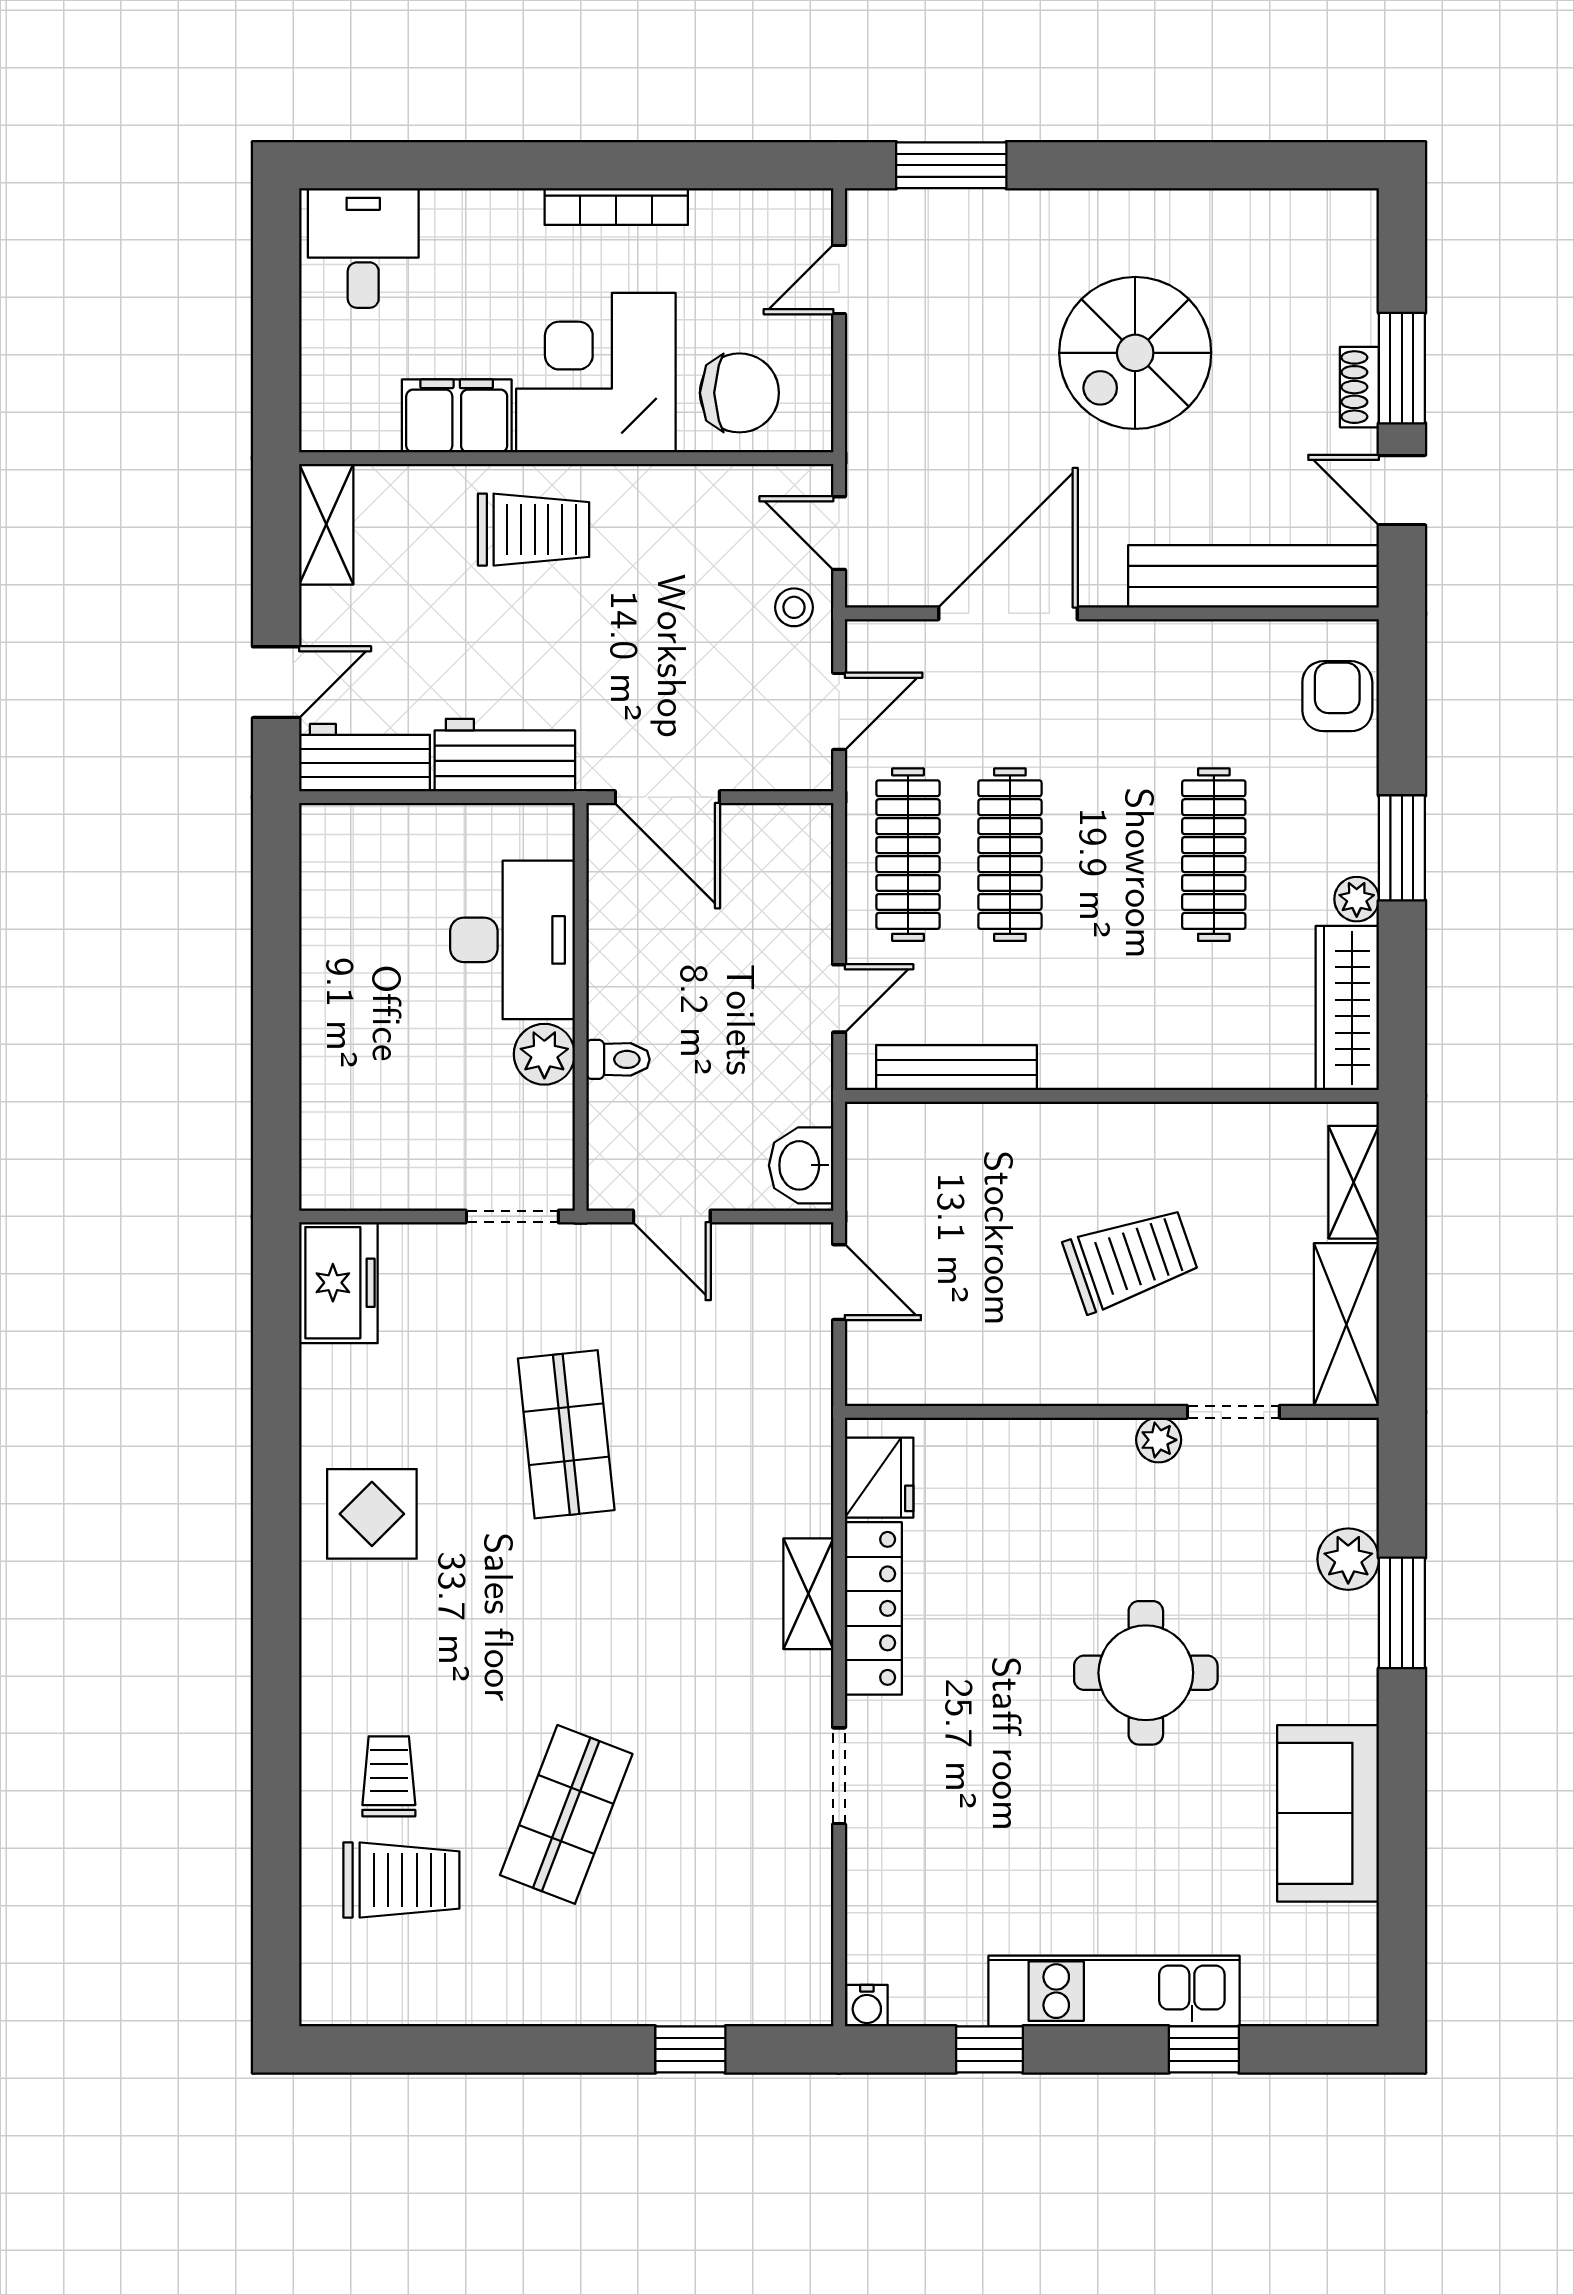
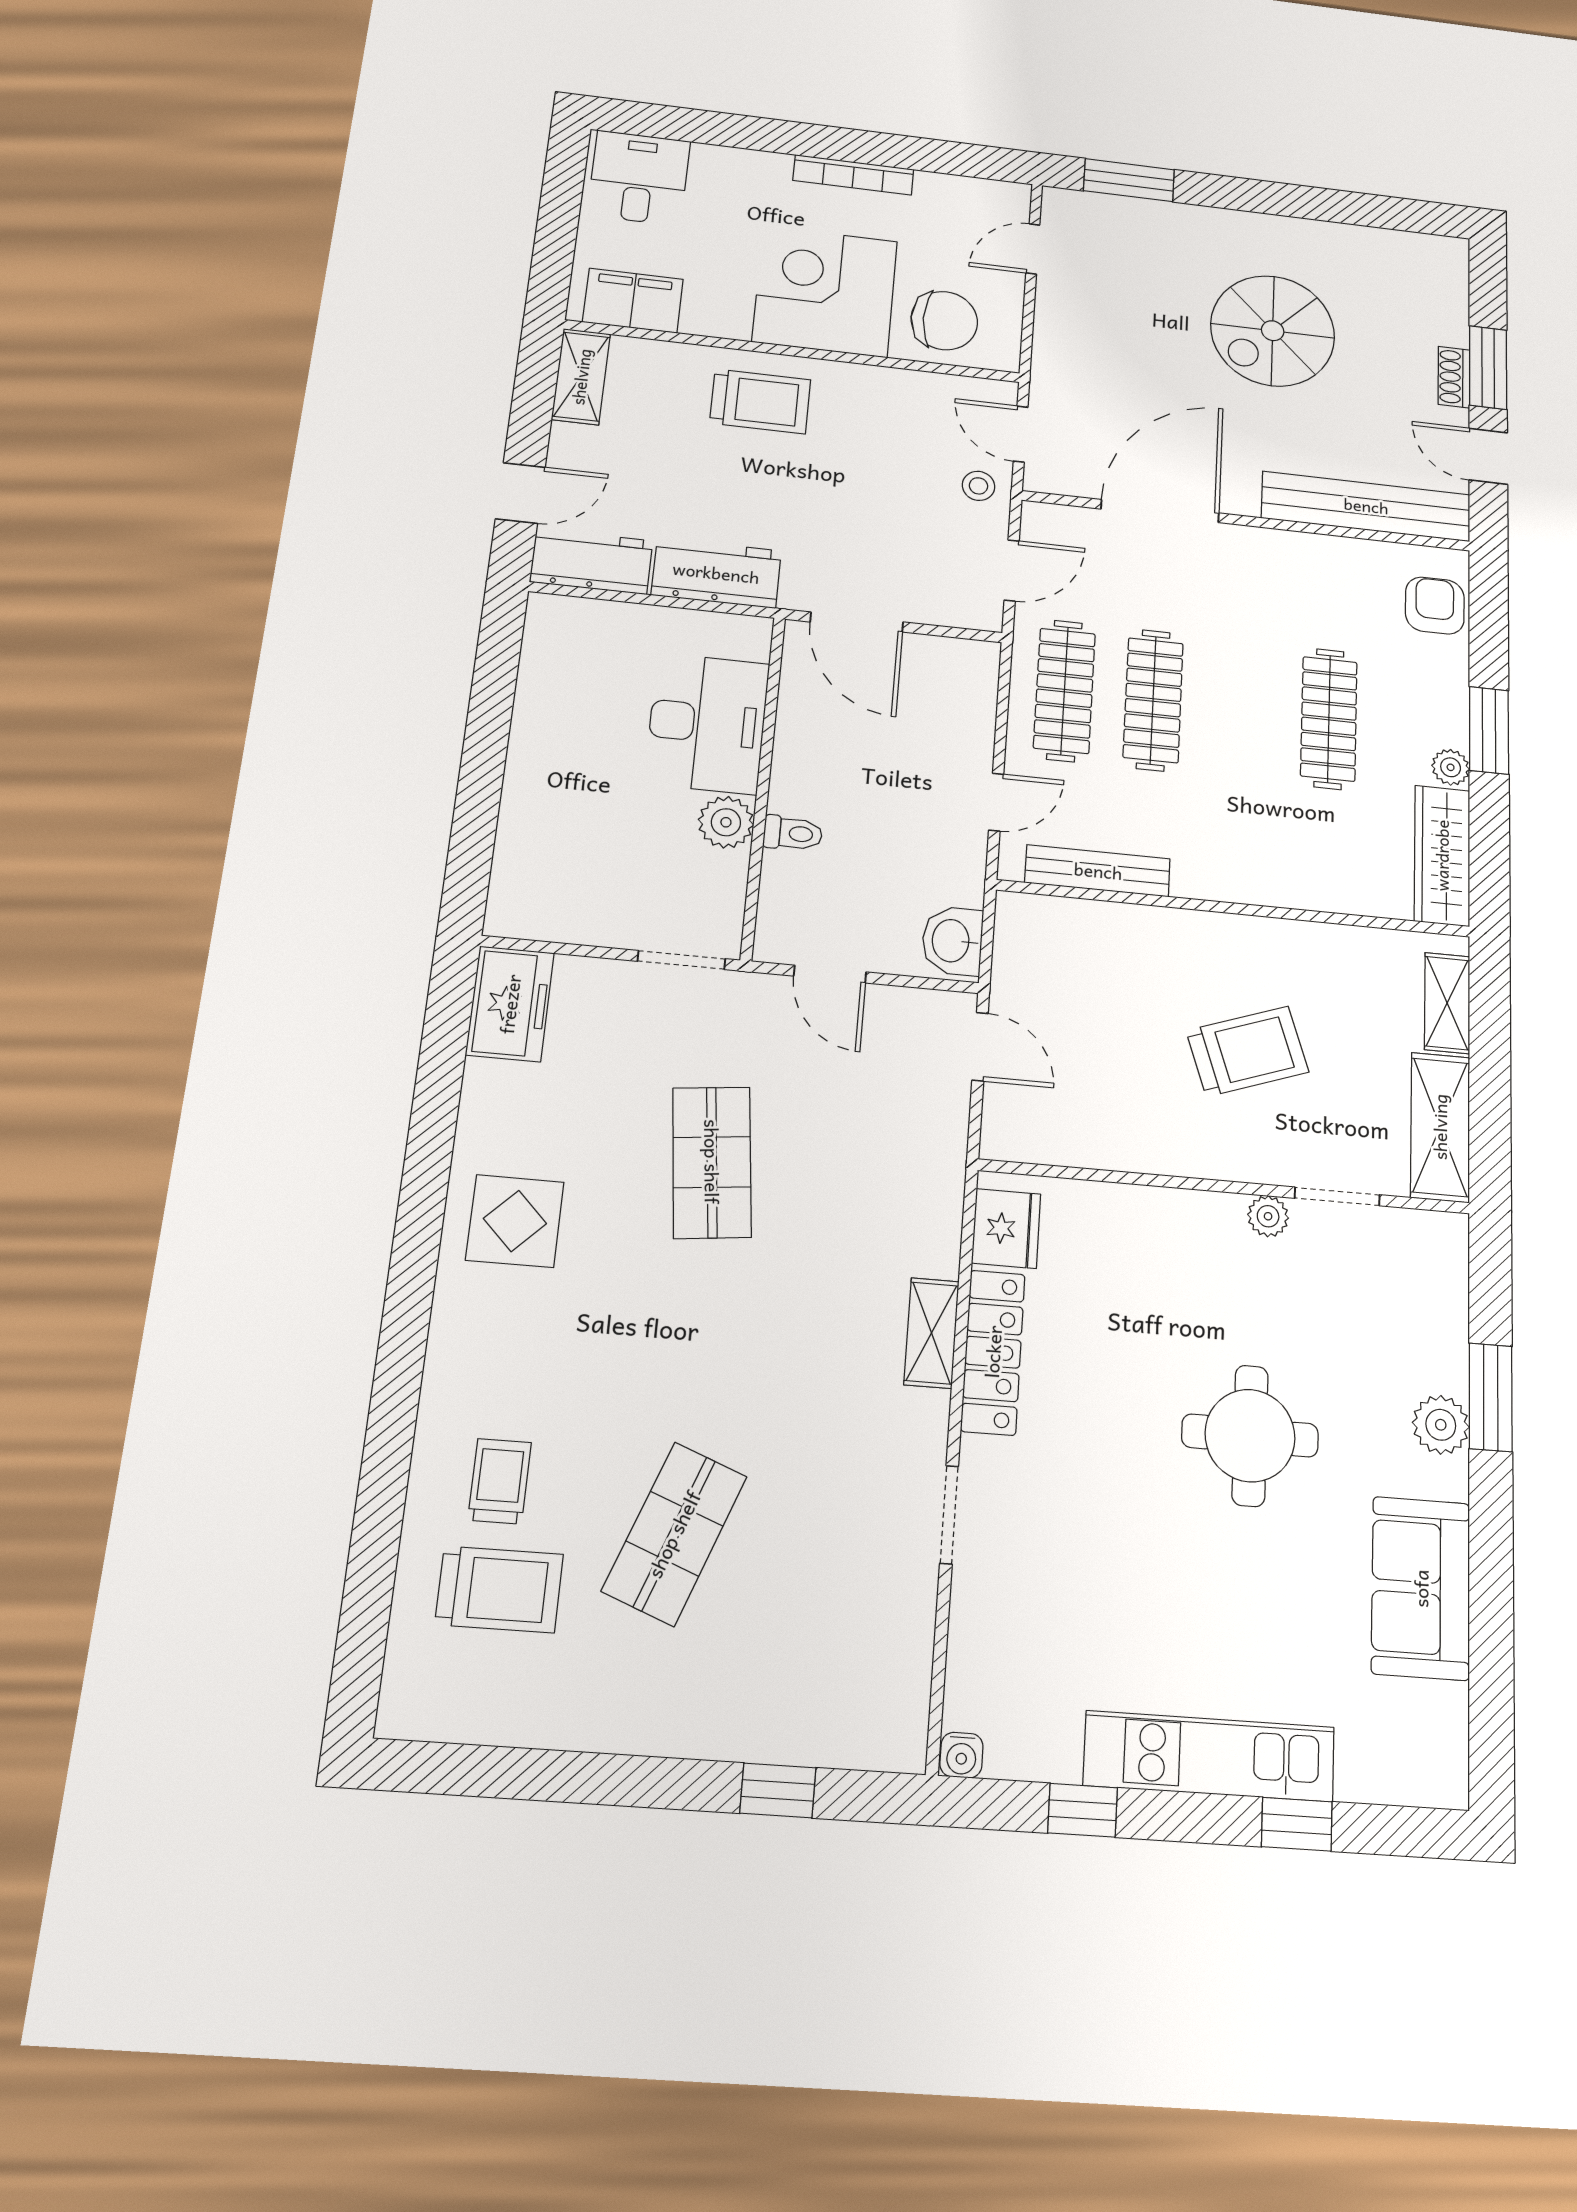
filing cabinet: (457, 416) -> (633, 301), moved
plant: (1348, 1559) -> (1441, 1425), moved

